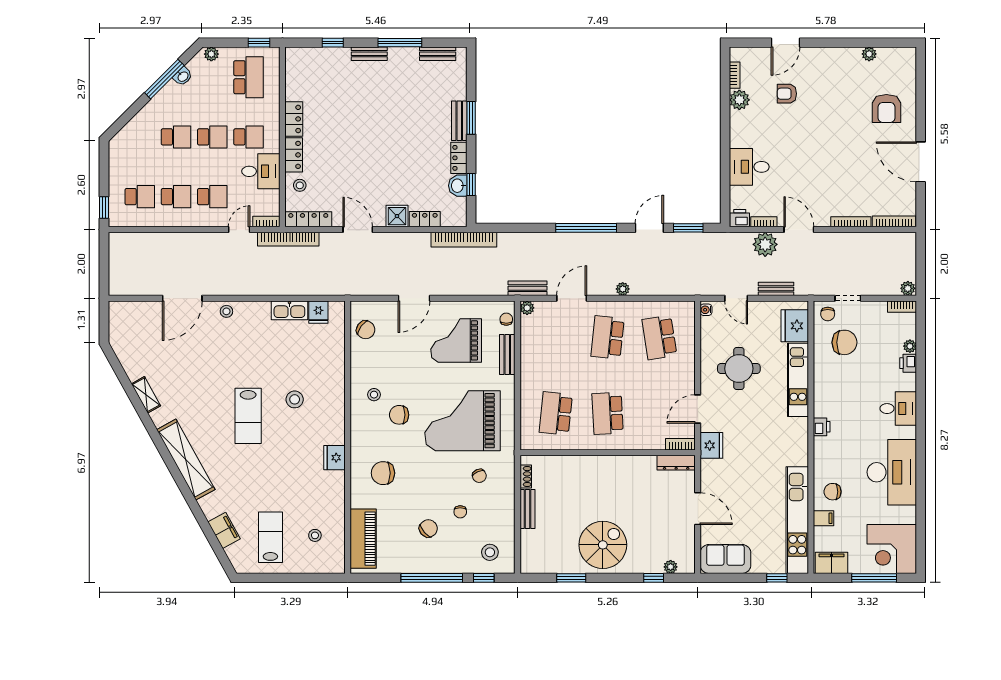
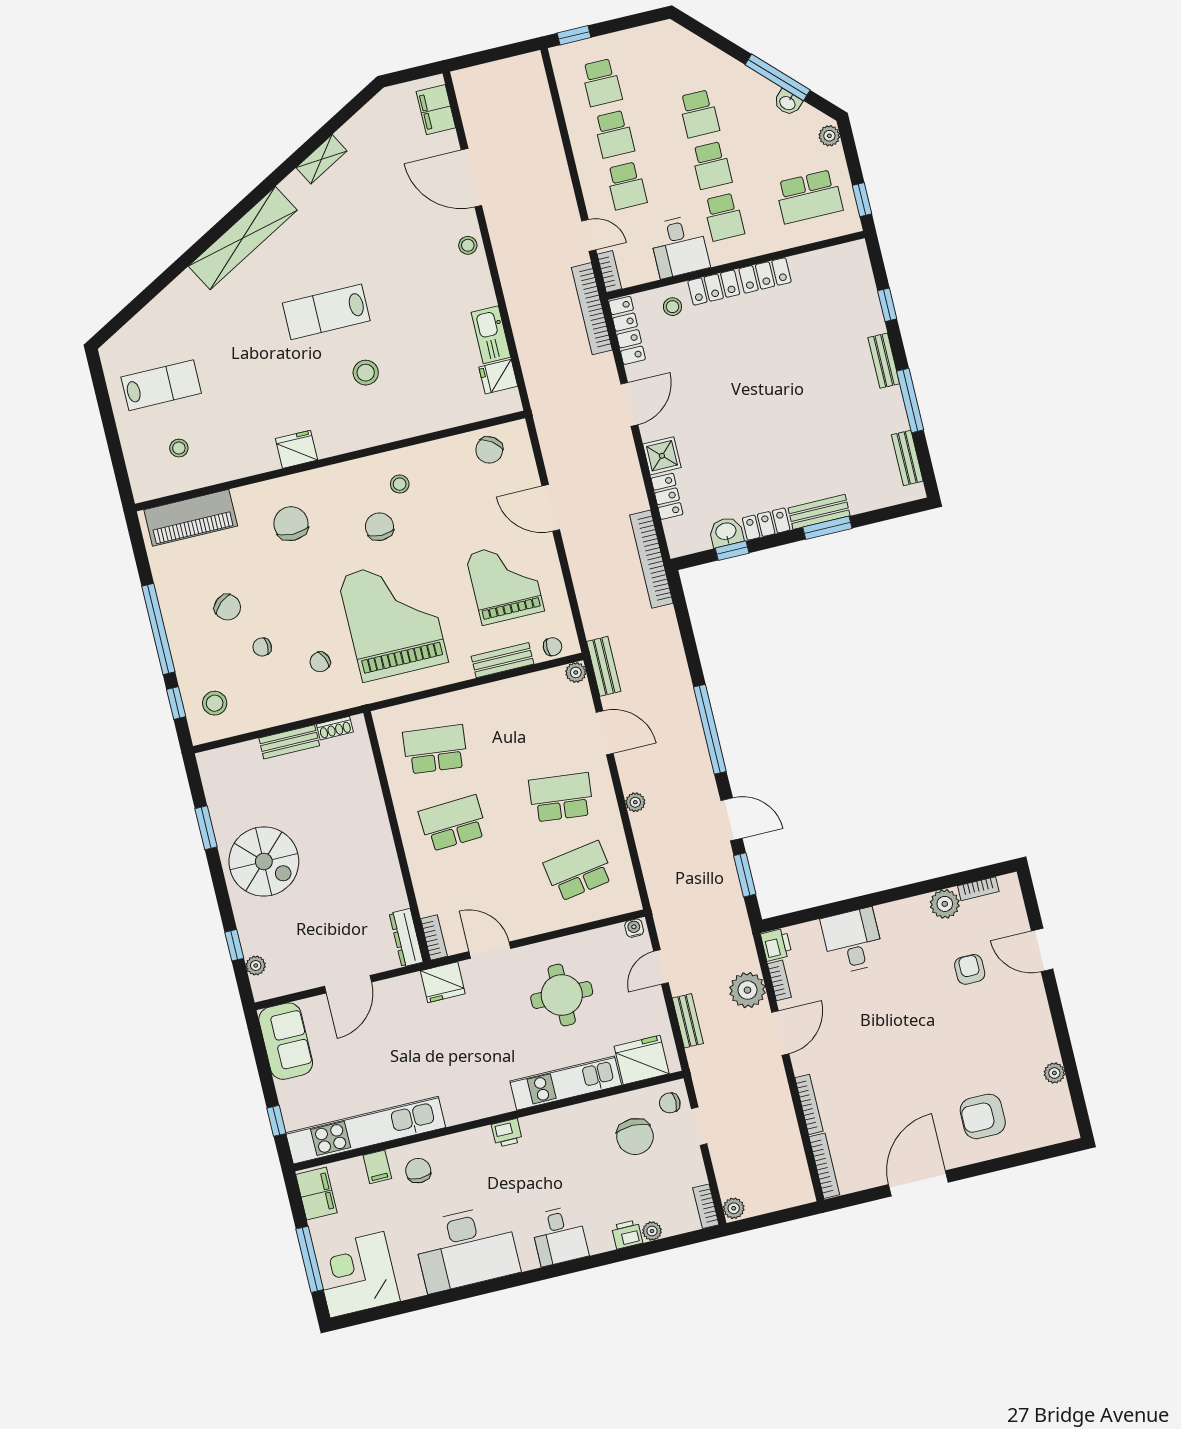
filing cabinet: (224, 530) -> (436, 110), moved, turned 119

